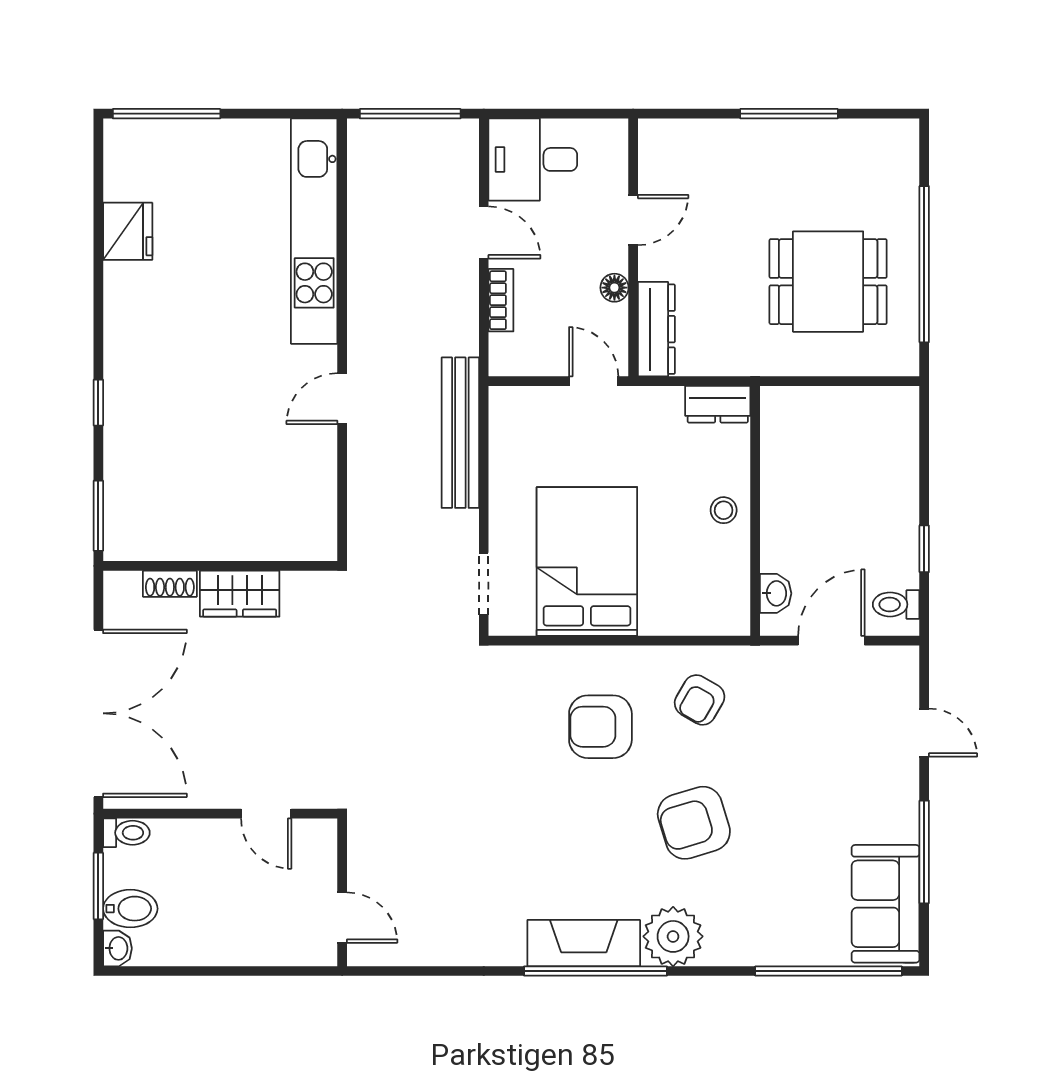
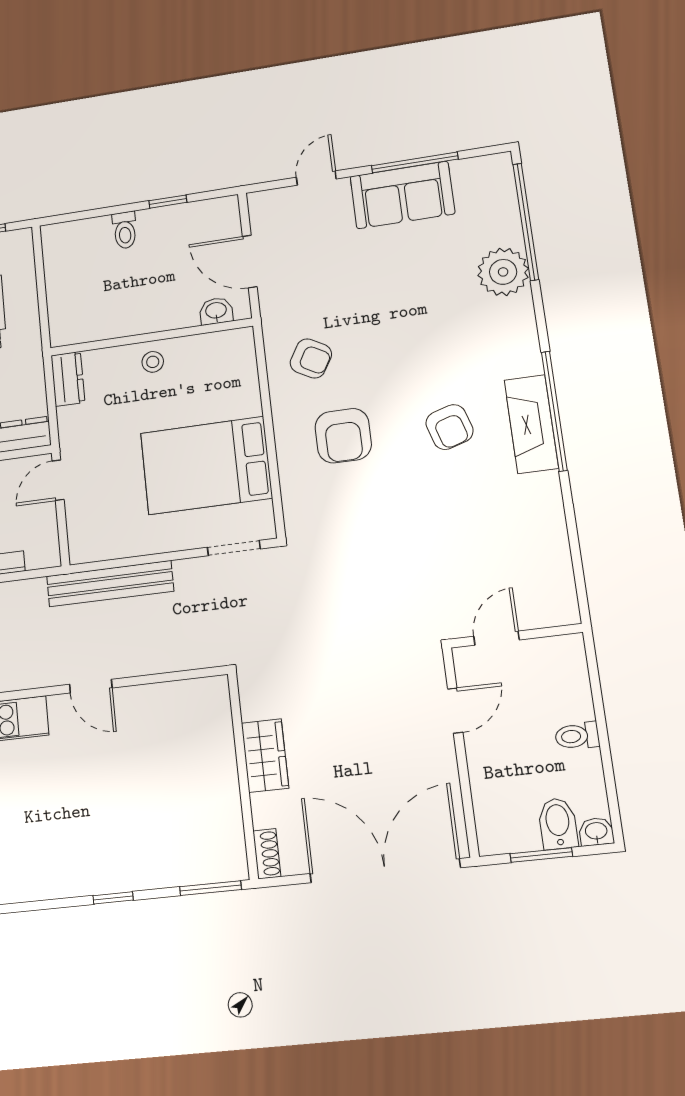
shoe rack: (170, 584) -> (267, 854), moved
toilet: (896, 604) -> (125, 230), moved
armchair: (694, 823) -> (450, 427), moved, width x0.72, depth x0.72
toilet: (126, 833) -> (577, 736), moved, turned -90
sofa: (886, 904) -> (402, 195), moved
door: (342, 918) -> (497, 638), moved
plant: (673, 936) -> (503, 272), moved

